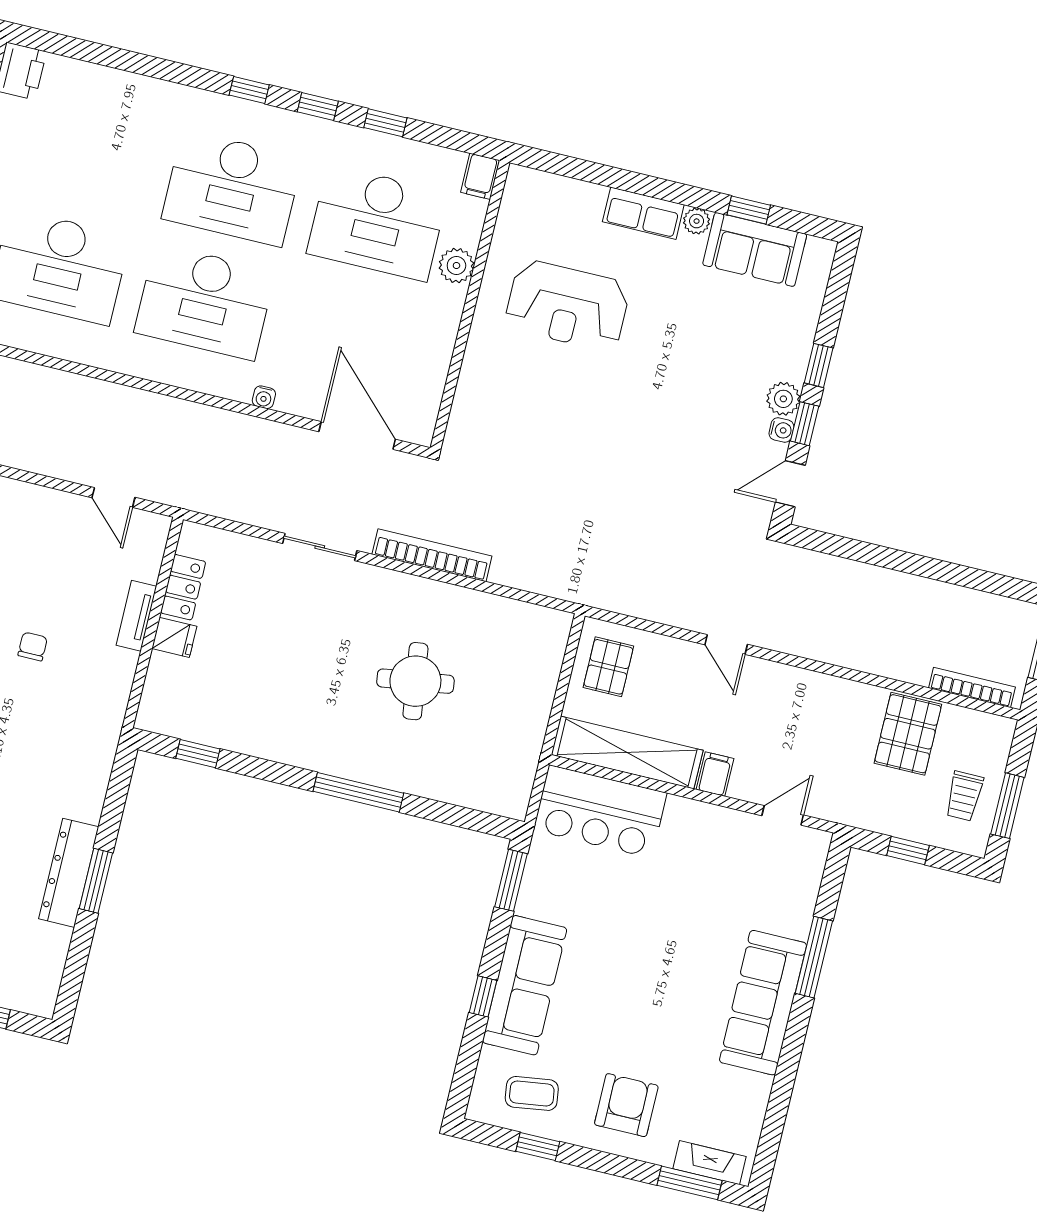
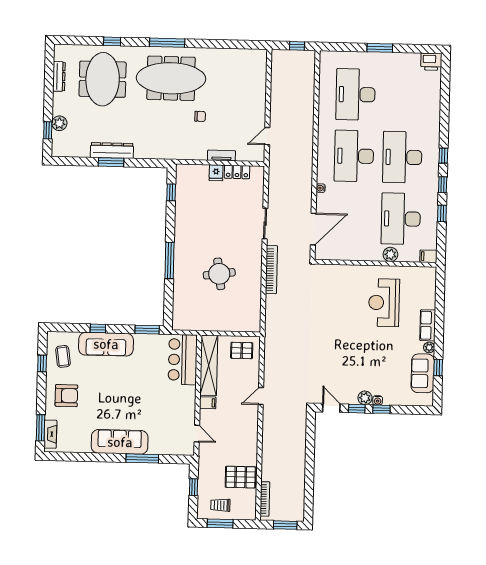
water cooler: (781, 430) -> (378, 400), moved

